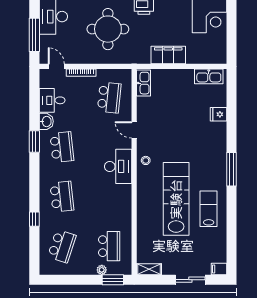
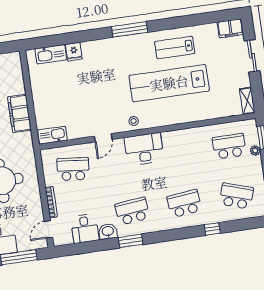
kitchen sink: (209, 76) -> (51, 54), moved, turned 90
filing cabinet: (219, 269) -> (230, 28), width x2.00

